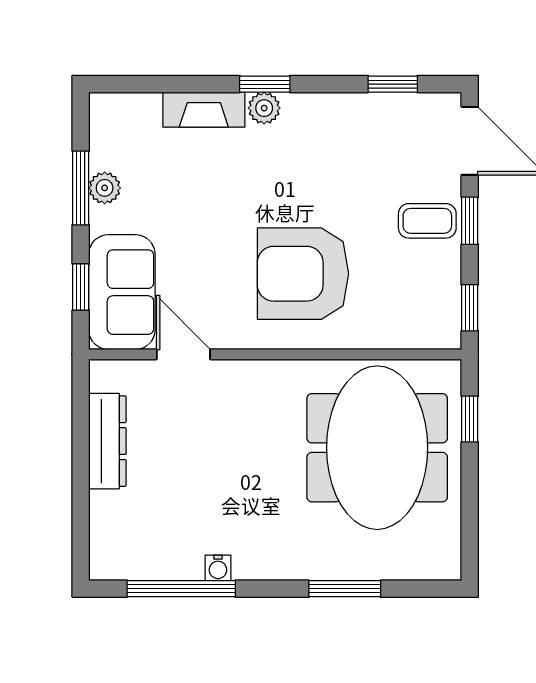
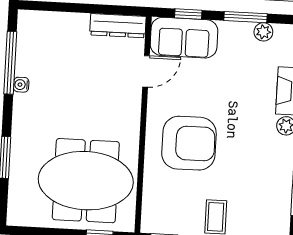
plant: (105, 188) -> (263, 32), moved
armchair: (303, 274) -> (189, 143), turned 90
dresser: (107, 441) -> (118, 26), moved

